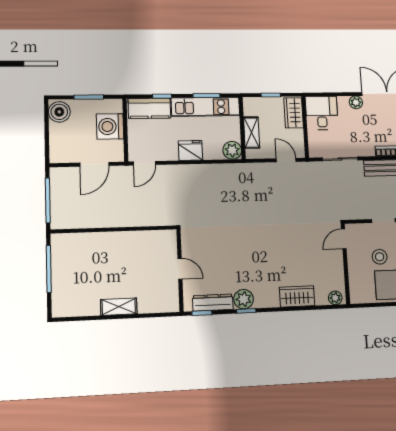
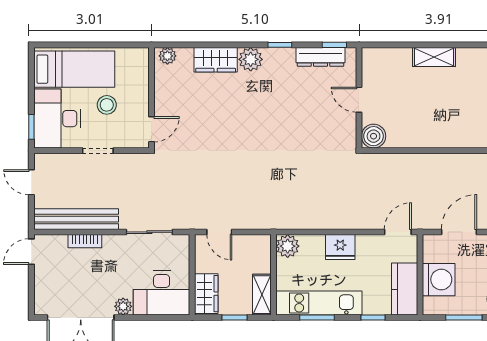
kitchen counter: (149, 108) -> (405, 289), moved, turned -90
desk: (322, 113) -> (162, 293), width x1.37
shelving: (251, 133) -> (262, 295), moved
boiler: (167, 239) -> (374, 136), added
plant: (244, 299) -> (251, 59), moved

